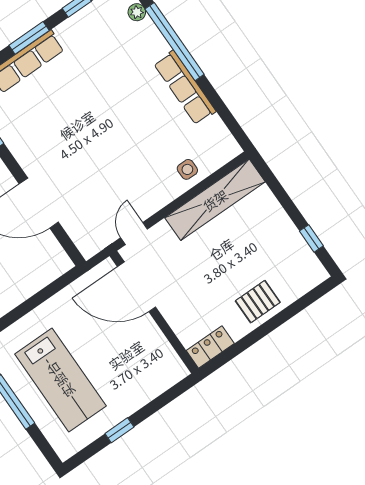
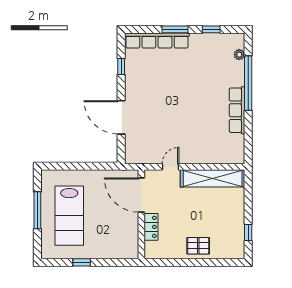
side table: (187, 169) -> (209, 153), removed
door: (134, 233) -> (171, 167), moved
locker: (210, 347) -> (151, 227), moved, turned 90

